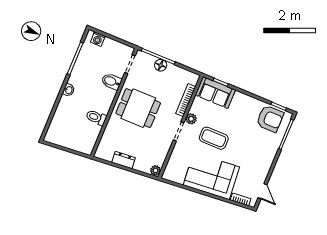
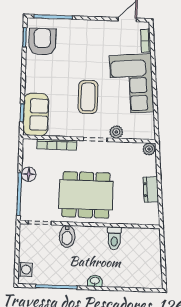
floor lamp: (161, 65) -> (29, 174), moved
dining table: (138, 108) -> (86, 195), width x1.38
plant: (191, 119) -> (116, 132), moved

